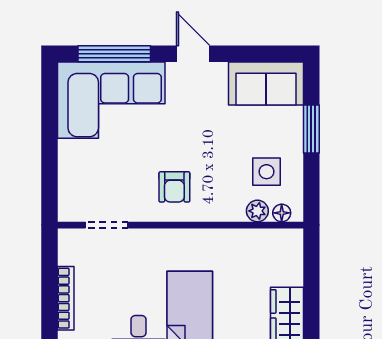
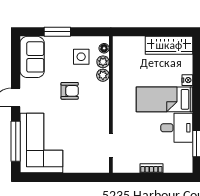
armchair: (174, 187) -> (70, 91), moved
plant: (233, 211) -> (103, 75), added
bookcase: (66, 298) -> (151, 168), width x0.64

